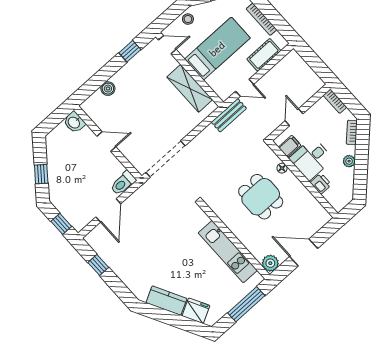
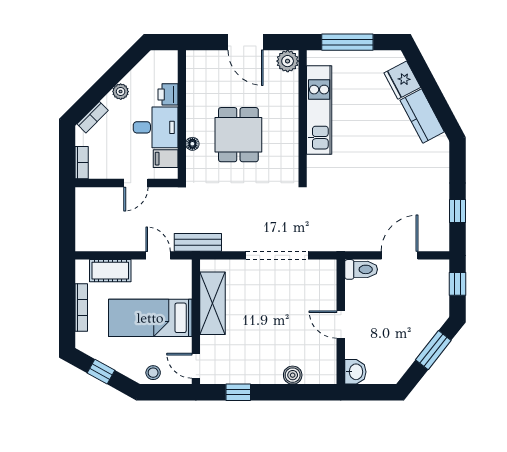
doorway: (165, 159) -> (277, 255), moved
window: (41, 174) -> (433, 350), width x1.50

